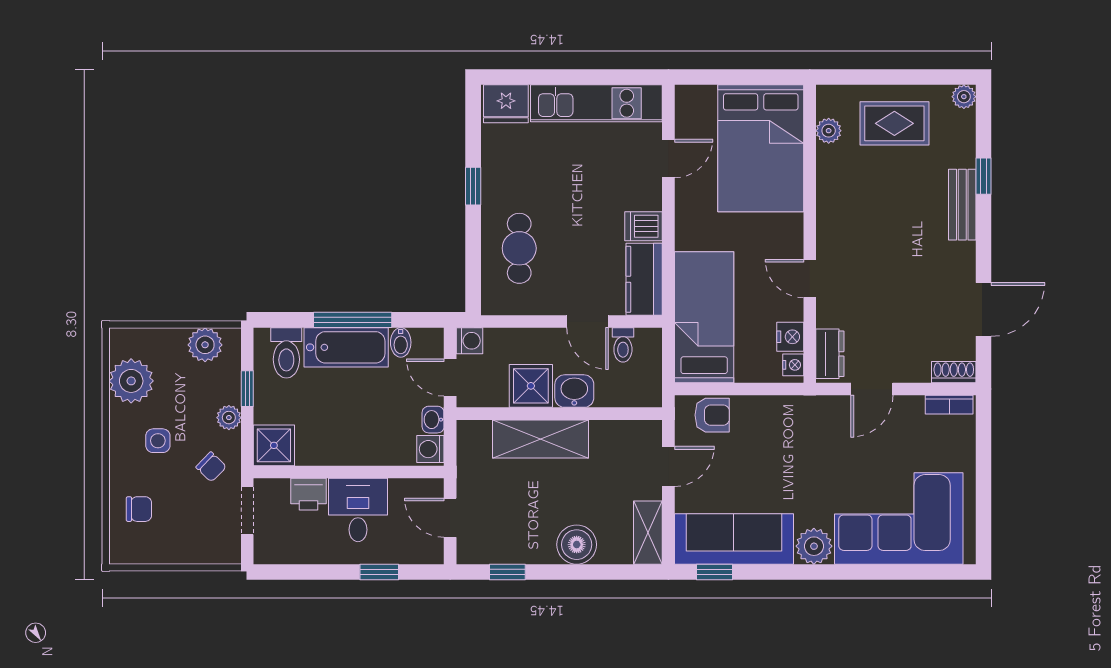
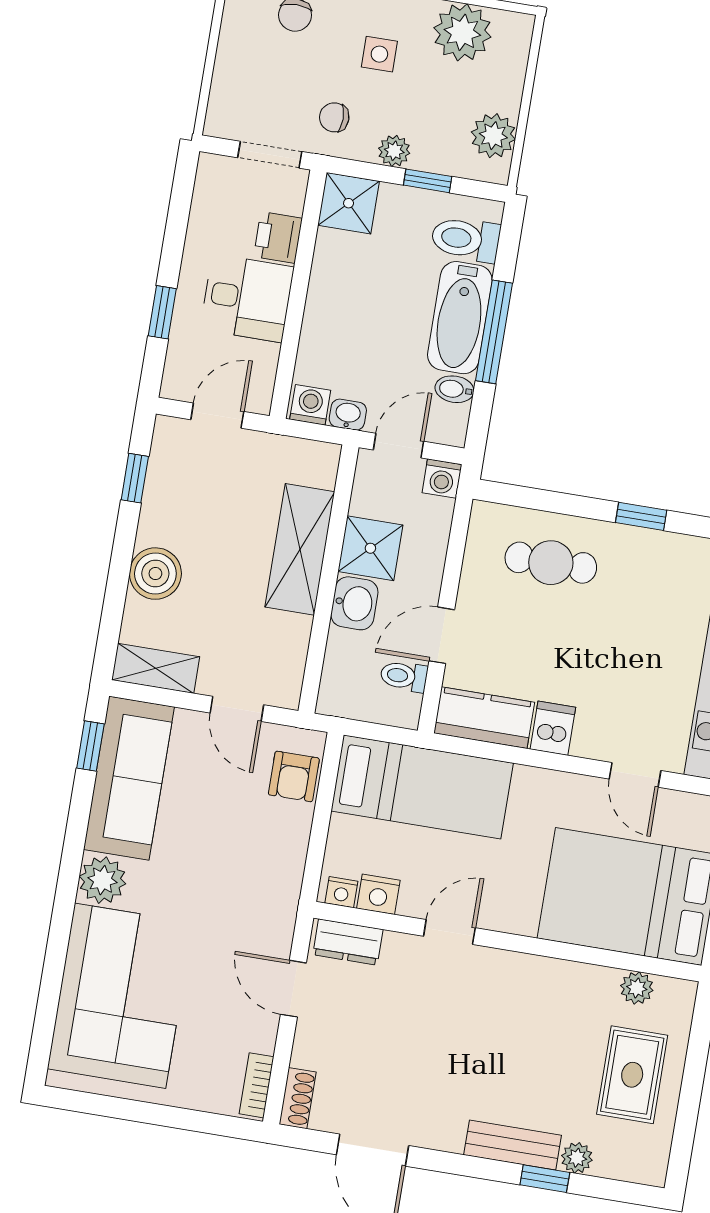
plant: (964, 97) -> (577, 1158), moved
chair: (211, 467) -> (334, 117), turned 46

